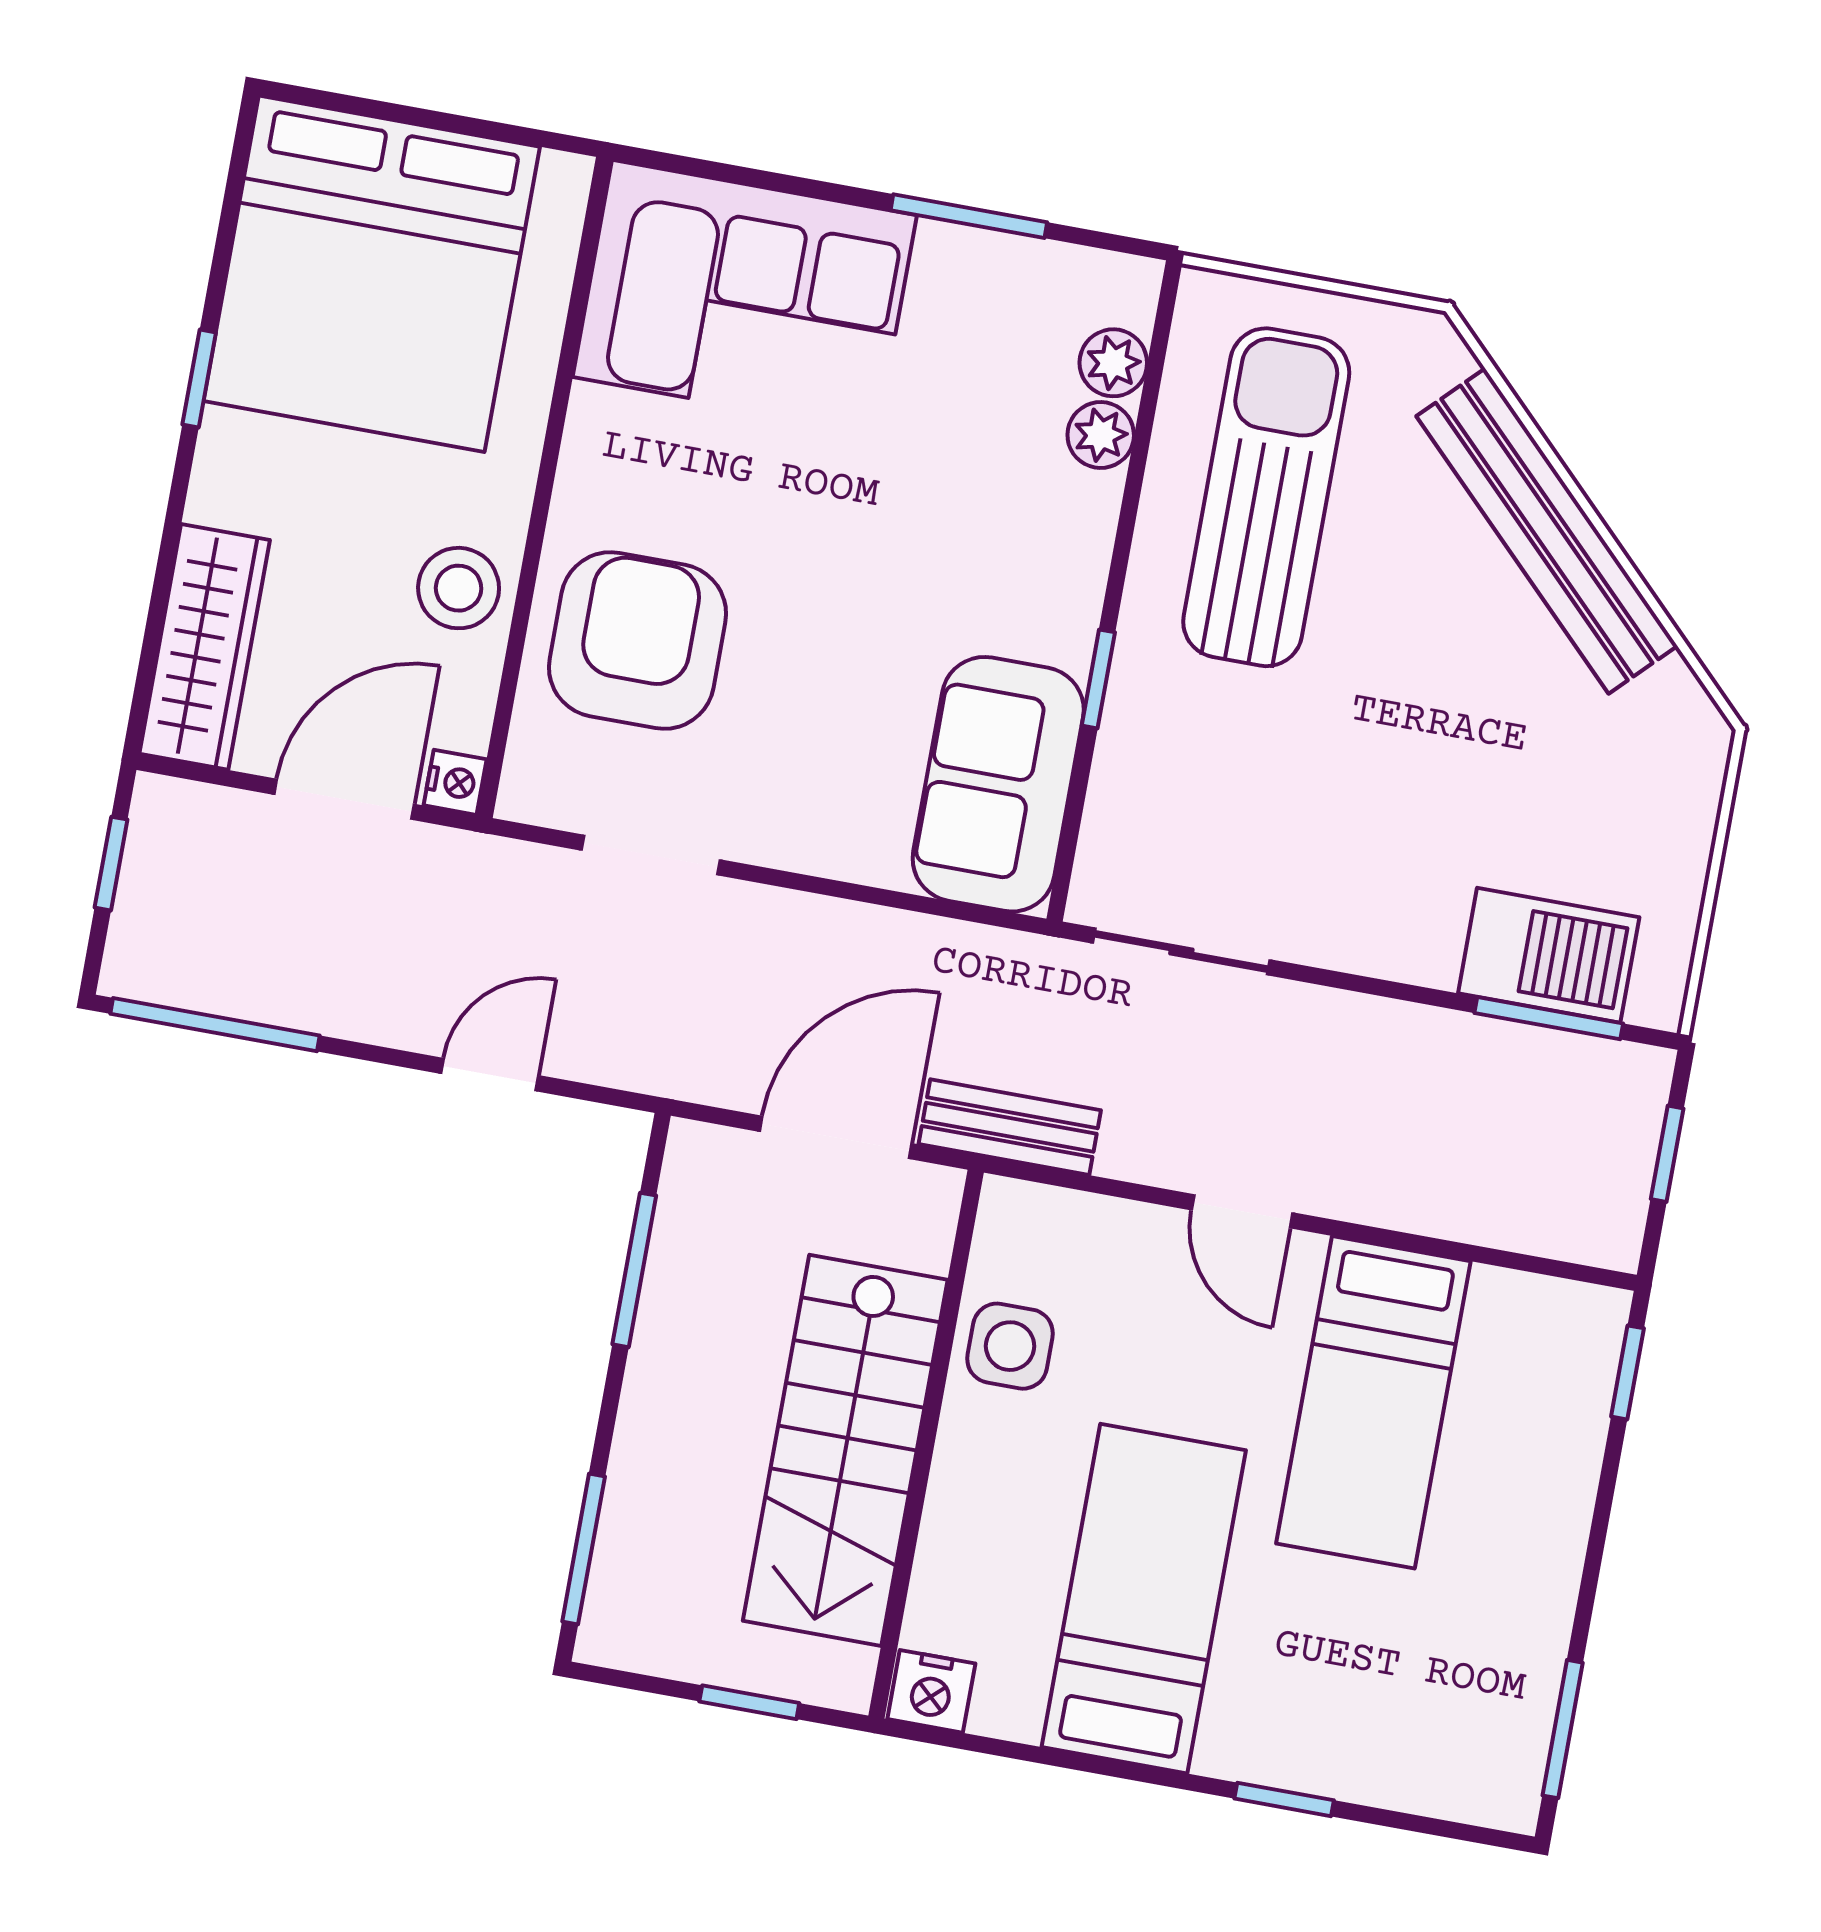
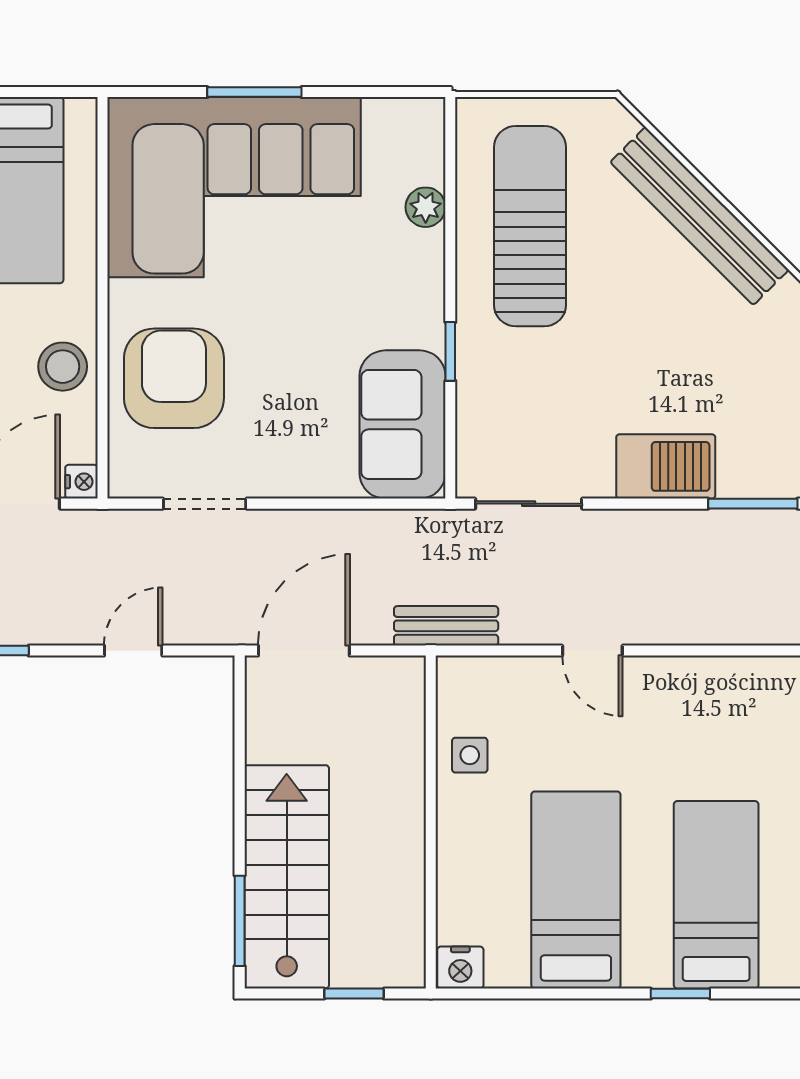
window: (969, 216) -> (254, 92), moved
corner sofa: (745, 296) -> (234, 187), width x1.36, depth x1.36
plant: (1113, 363) -> (425, 163), removed
barbecue: (1549, 955) -> (666, 466), moved
door: (836, 1137) -> (304, 651), moved
window: (634, 1270) -> (240, 750), removed
side table: (1010, 1346) -> (470, 755), width x0.73, depth x0.73
bed: (1373, 1402) -> (716, 895), moved, turned 180
stairs: (845, 1450) -> (287, 877), moved, turned 180

